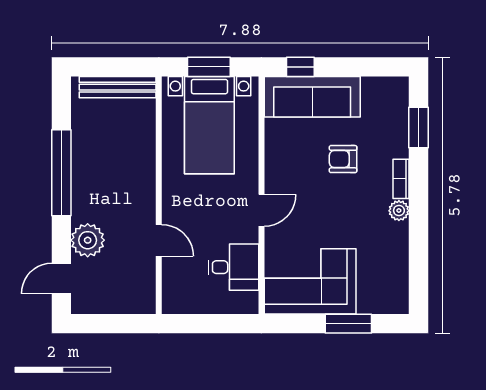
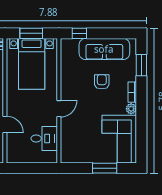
sofa: (312, 97) -> (104, 49), moved
armchair: (343, 159) -> (102, 82), turned 90
corner sofa: (310, 281) -> (119, 139), moved, turned -90

